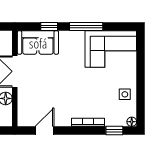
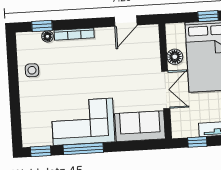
window: (49, 27) -> (41, 151), moved
corner sofa: (111, 49) -> (83, 122), moved
floor lamp: (132, 122) -> (47, 36), moved

